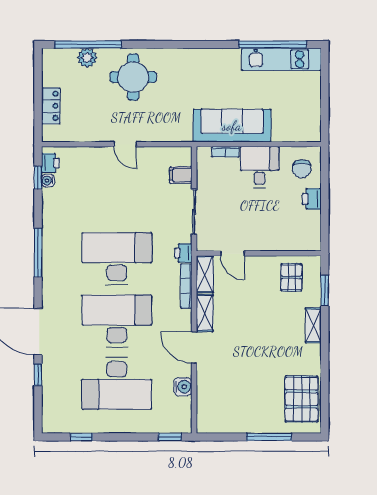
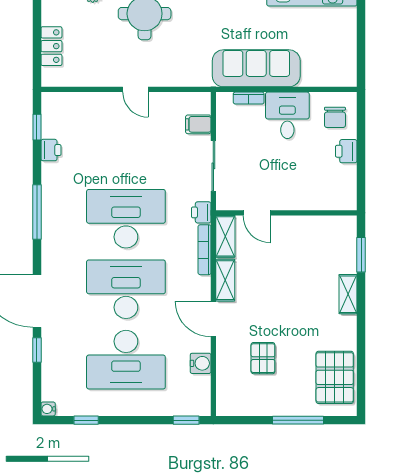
printer: (50, 163) -> (51, 150), moved
water cooler: (48, 180) -> (48, 409), moved
pallet: (291, 277) -> (263, 358), moved

